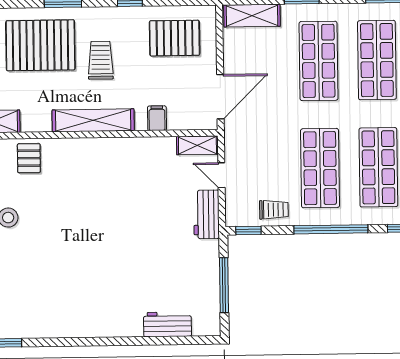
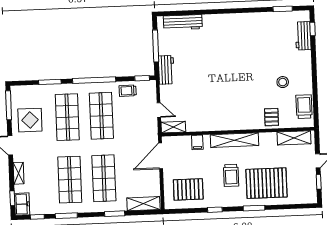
workbench: (206, 214) -> (166, 70), moved
workbench: (167, 324) -> (183, 22), width x1.38

